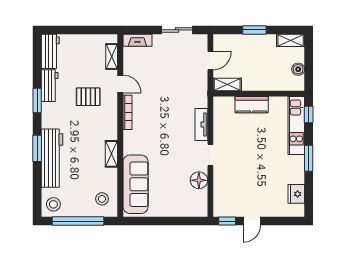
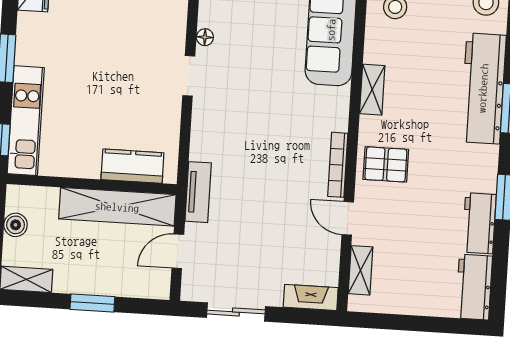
shelving: (227, 85) -> (117, 207), width x2.20, depth x1.33
pallet: (88, 97) -> (386, 164), moved
kitchen counter: (252, 105) -> (132, 166), moved
tv unit: (201, 124) -> (198, 192), moved
floor lamp: (199, 180) -> (205, 37), width x0.53, depth x0.53

